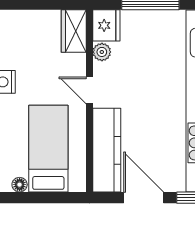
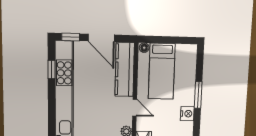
floor lamp: (20, 185) -> (144, 48), moved

